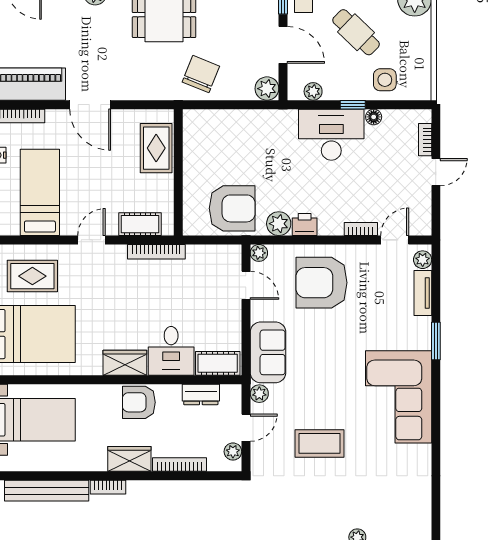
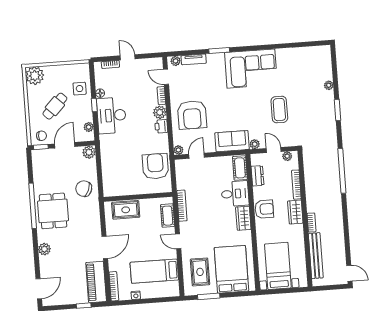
plant: (279, 224) -> (160, 112), moved
armchair: (139, 402) -> (264, 209), turned -90

